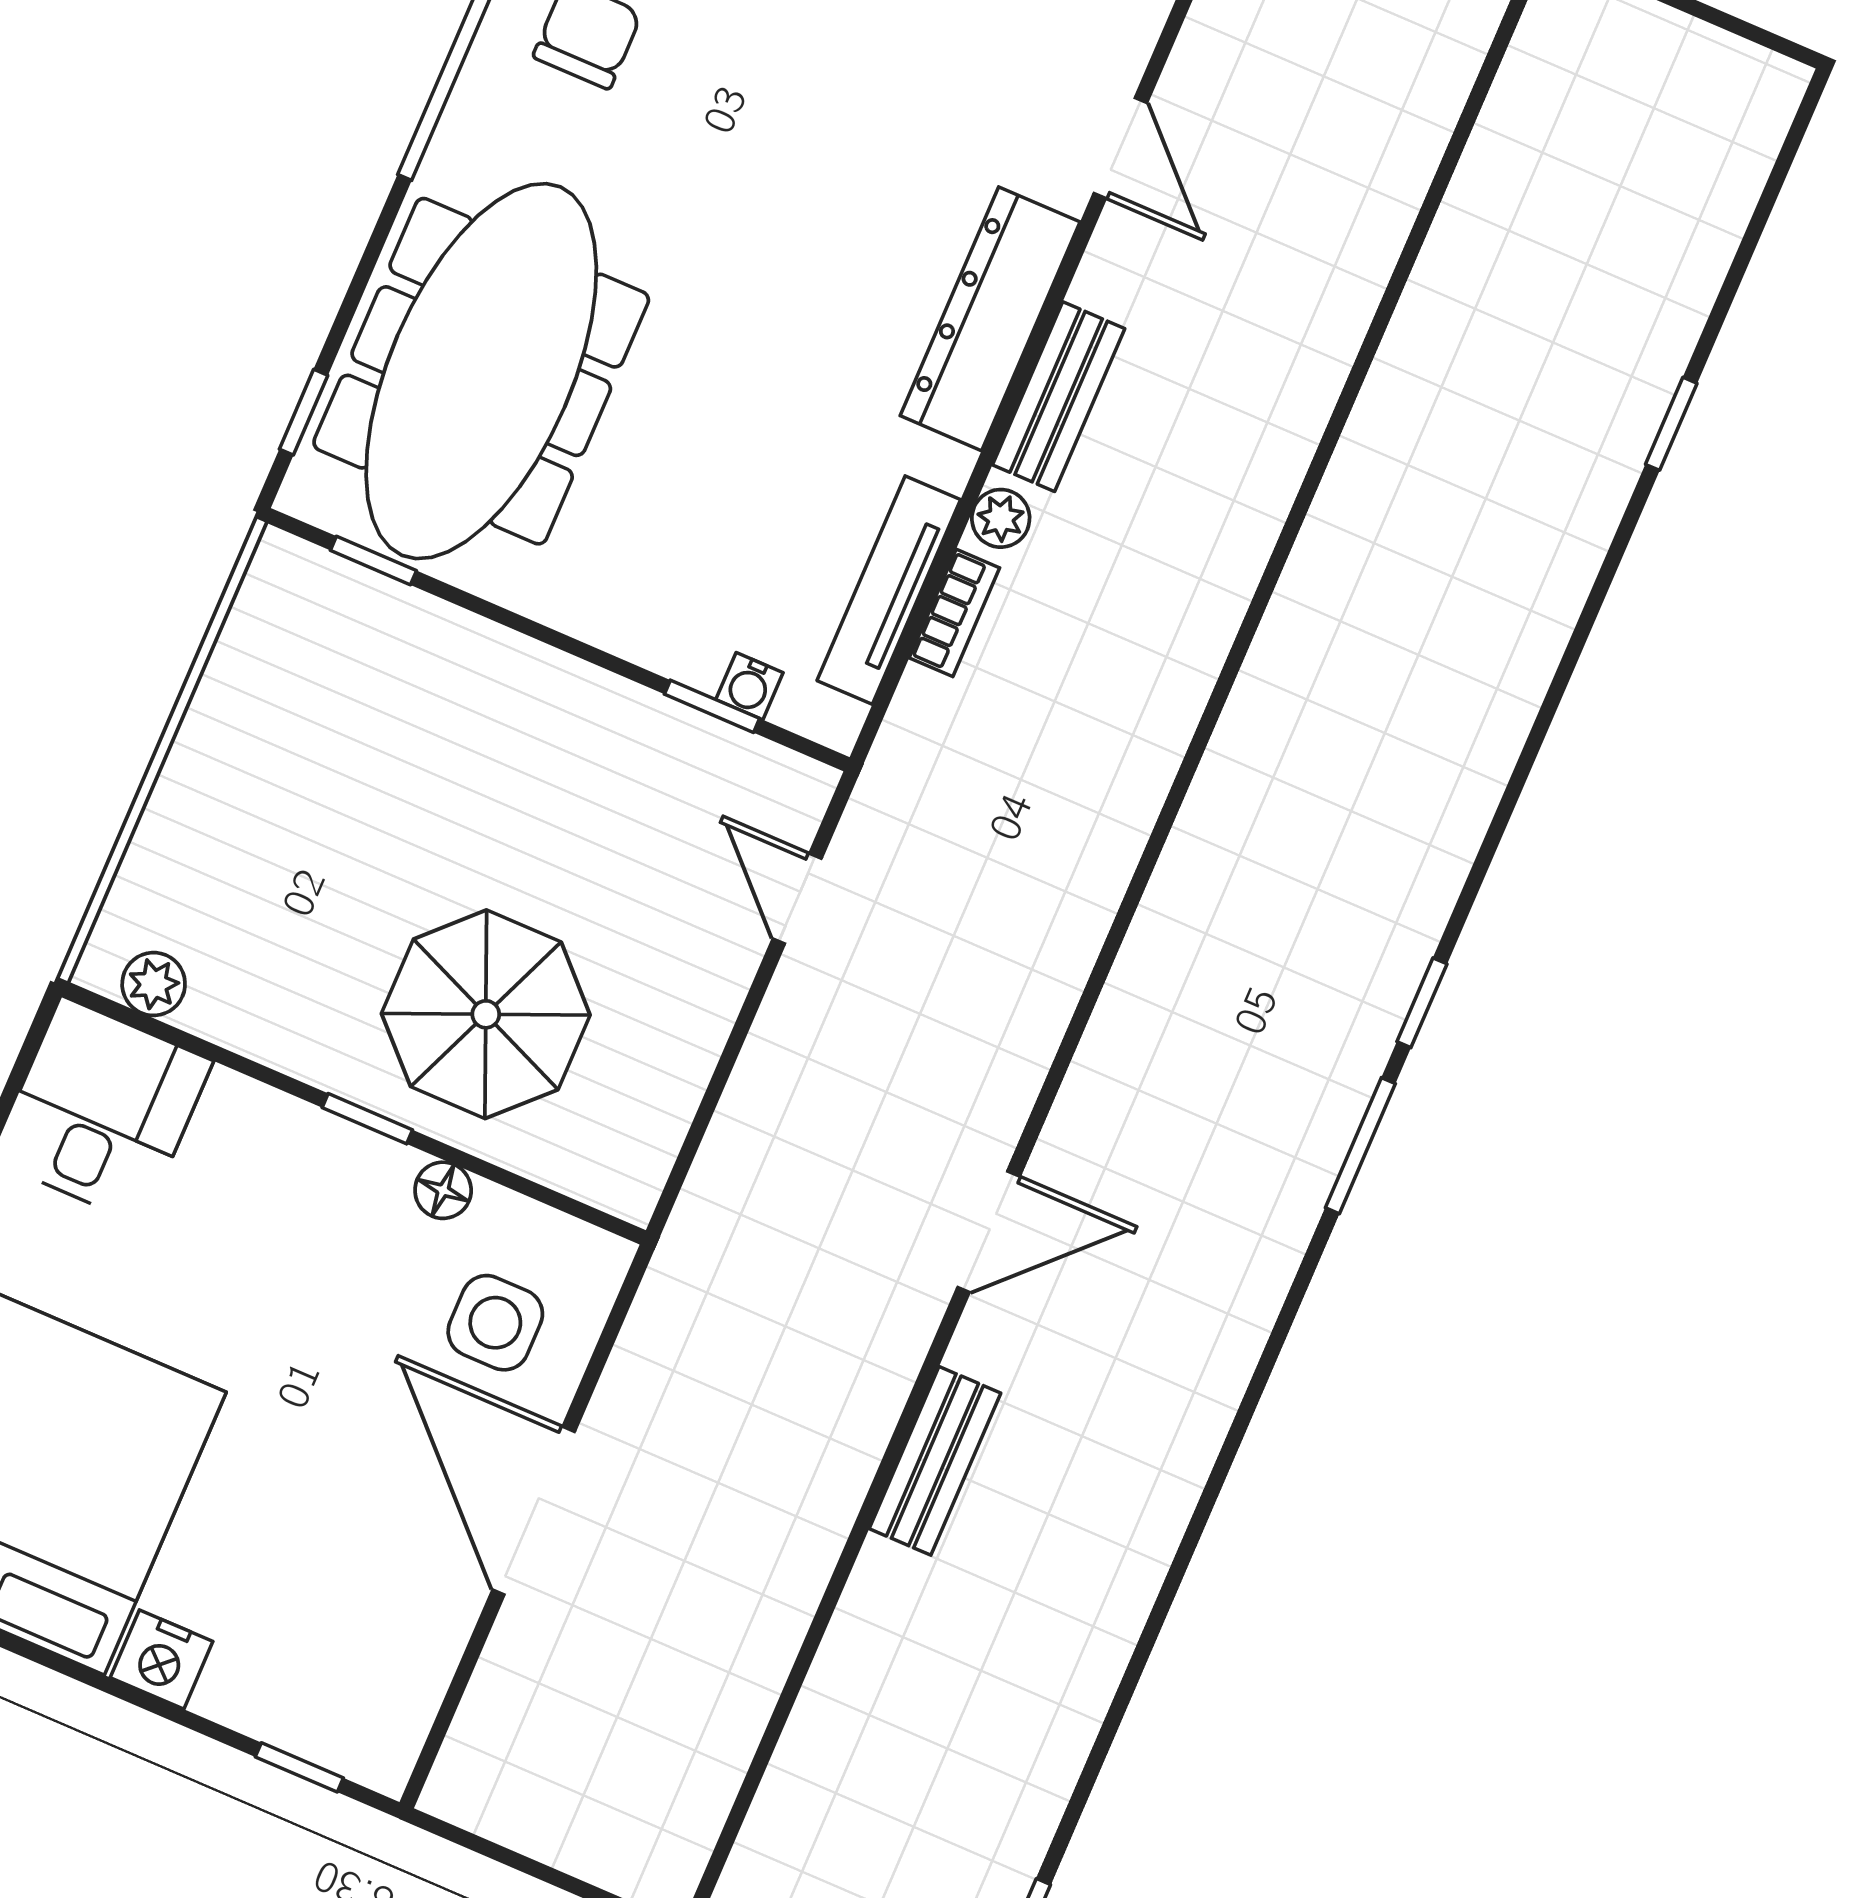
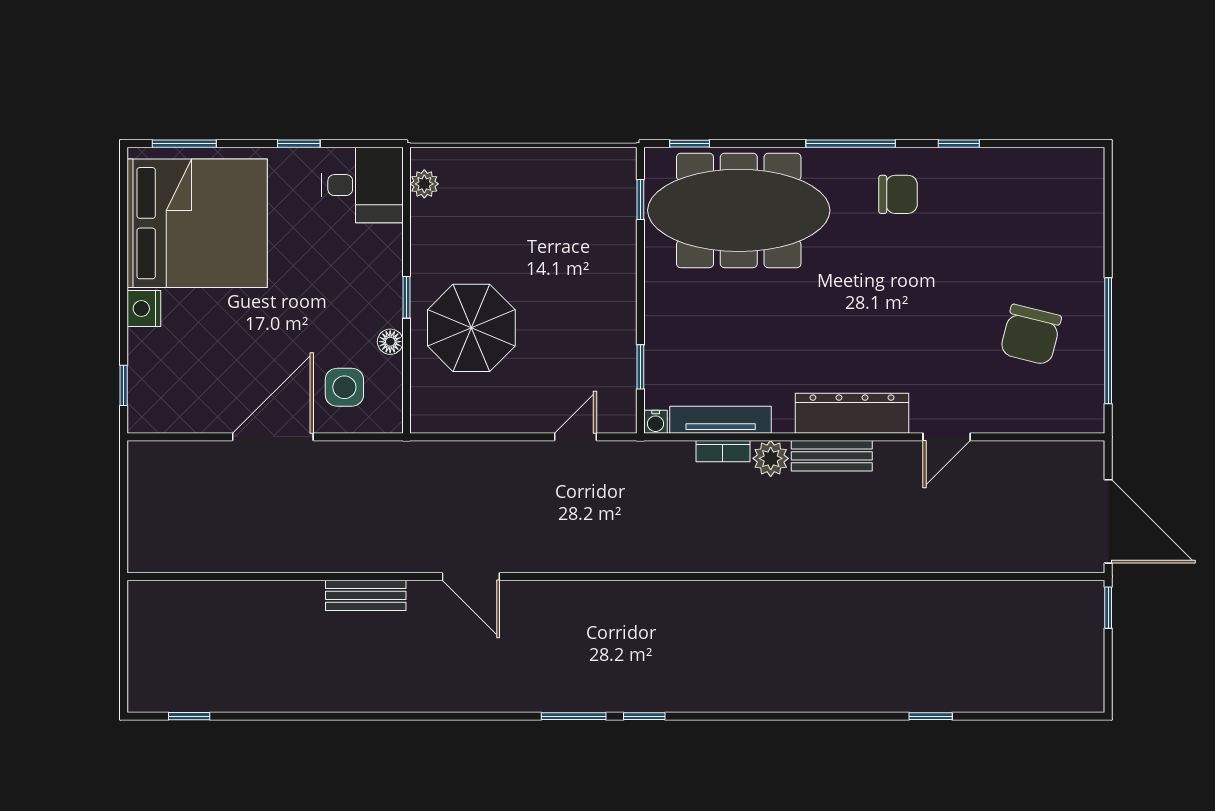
plant: (1001, 518) -> (771, 458), width x1.38, depth x1.38
water cooler: (749, 686) -> (656, 422), moved, turned -90

